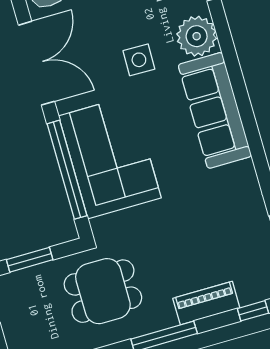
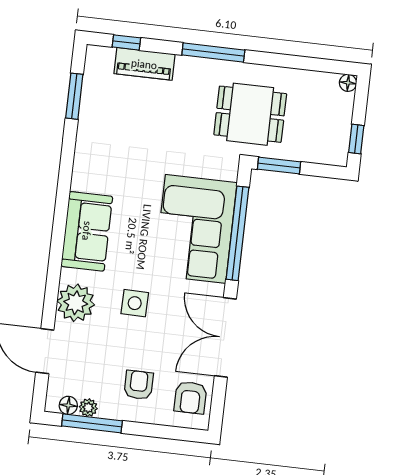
sofa: (215, 110) -> (87, 231), width x0.73
window: (30, 260) -> (279, 166), moved
piano: (206, 303) -> (144, 64), moved

